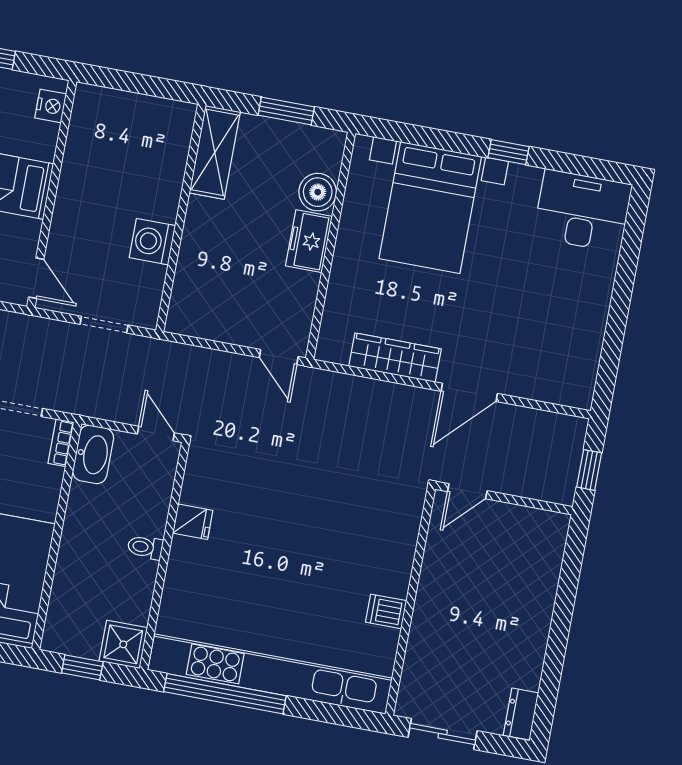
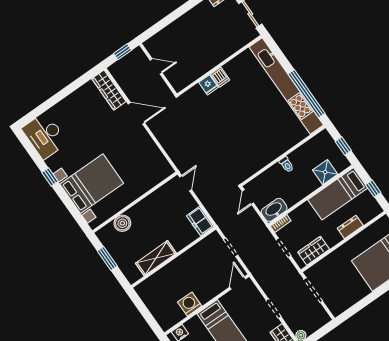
shelving: (215, 152) -> (156, 258), moved
freezer: (309, 241) -> (200, 221), moved, turned 90
washing machine: (152, 242) -> (190, 304), moved, turned 180
wardrobe: (395, 358) -> (109, 90), moved
door: (467, 491) -> (156, 66), moved
fridge: (193, 522) -> (209, 85), moved, turned 180
dishwasher: (386, 611) -> (220, 77), moved
shower: (123, 644) -> (325, 172), moved

